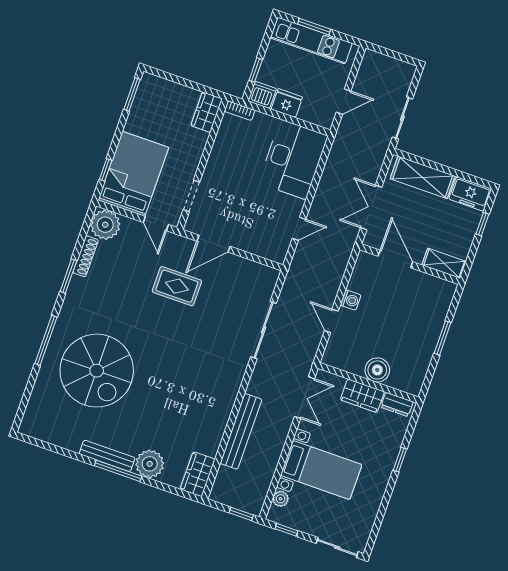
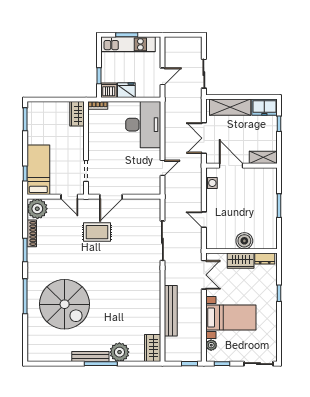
bed: (133, 174) -> (38, 170), width x0.67
washing machine: (351, 300) -> (211, 183), moved

